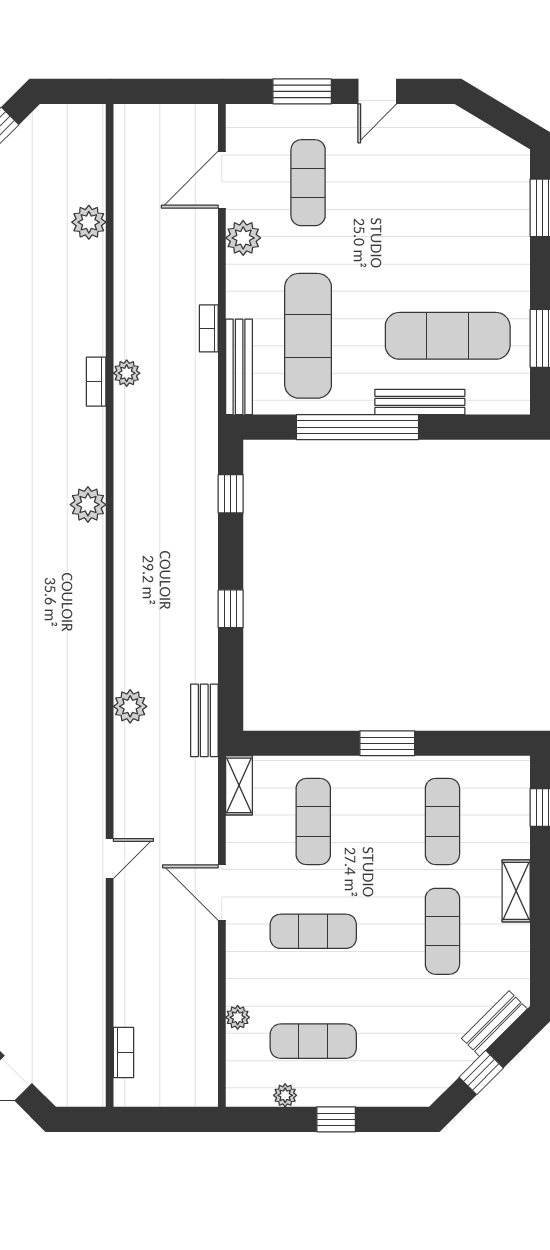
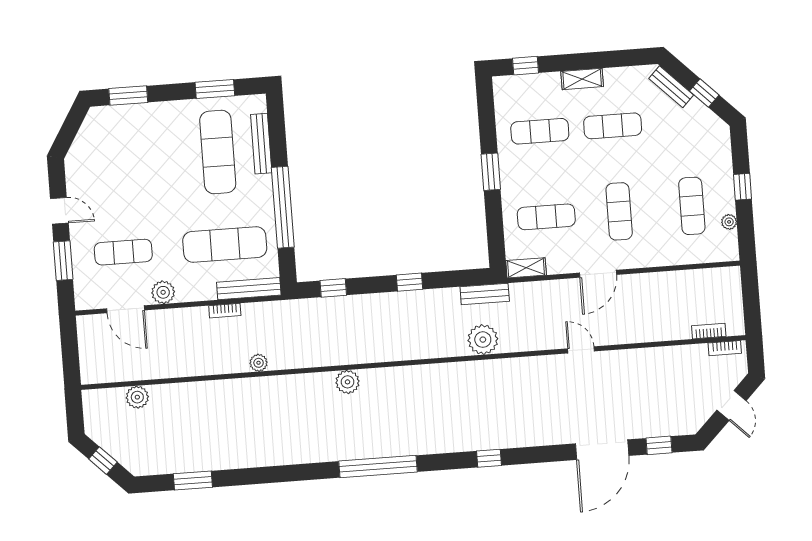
plant: (89, 222) -> (137, 397), moved
bookcase: (96, 382) -> (725, 348), moved
bench: (420, 402) -> (261, 144), moved
plant: (130, 706) -> (483, 340), width x1.36, depth x1.36
plant: (238, 1017) -> (680, 257), removed

